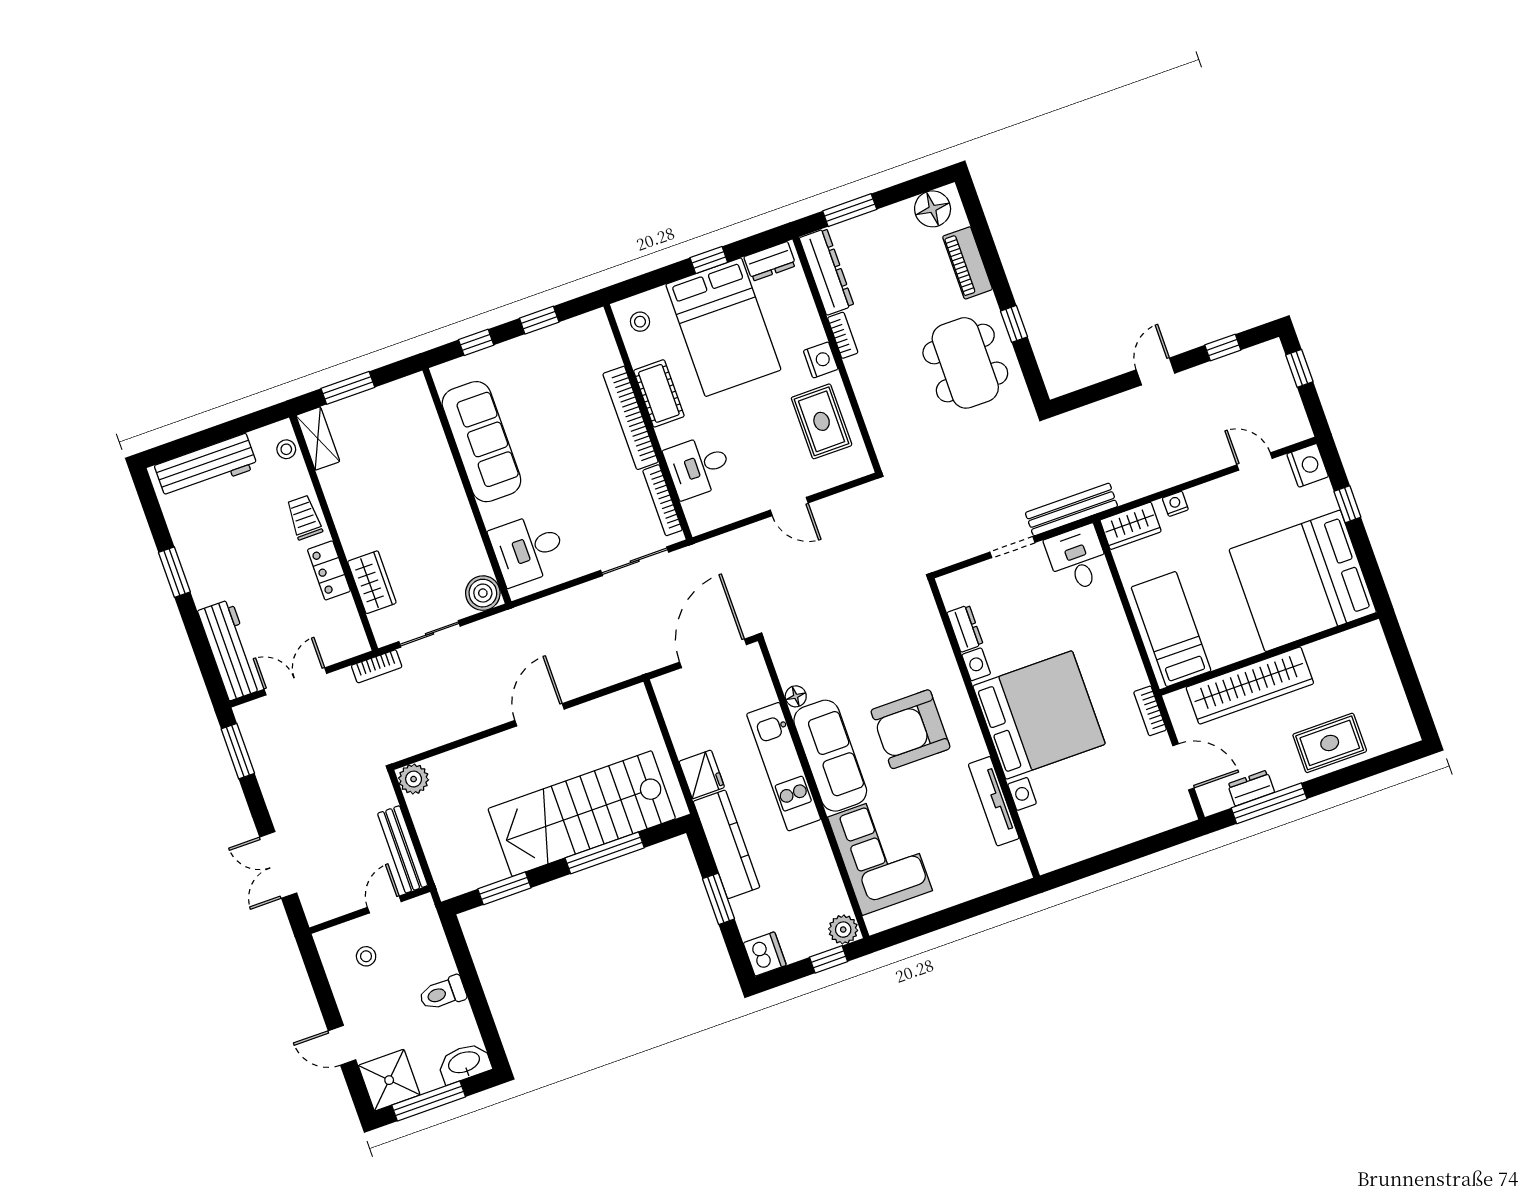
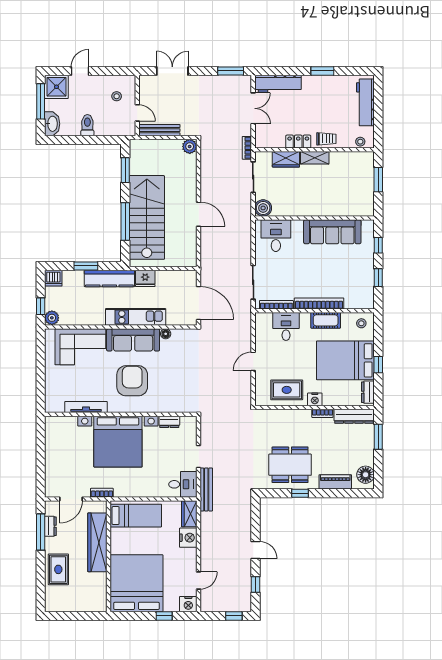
shelving: (318, 438) -> (315, 158), moved
nightstand: (1175, 504) -> (188, 538), width x1.89, depth x1.79

